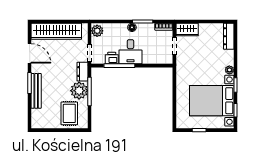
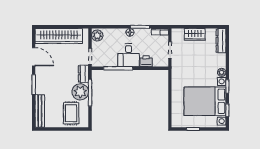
wardrobe: (187, 30) -> (195, 34), moved
printer: (112, 58) -> (146, 61), moved
bench: (36, 91) -> (40, 111), moved

